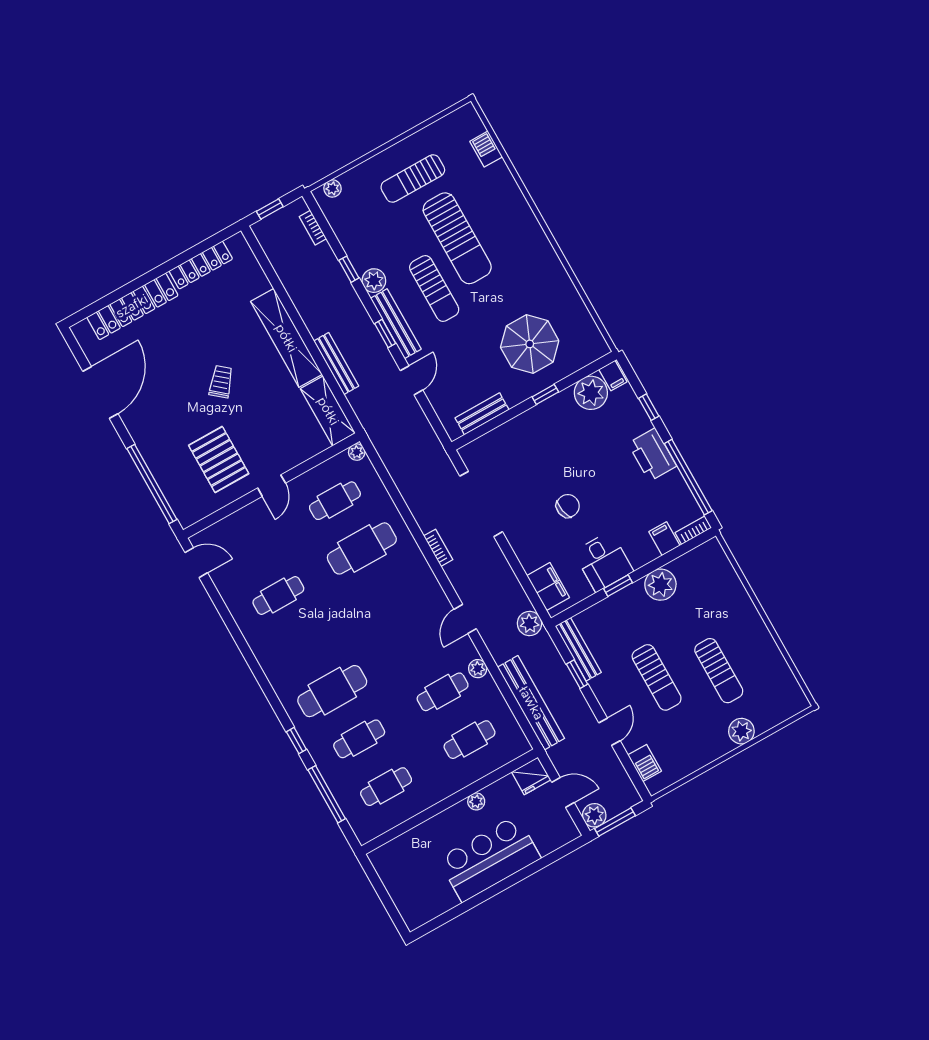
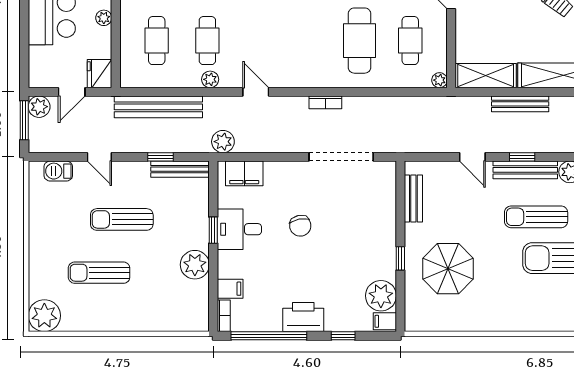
plant: (741, 731) -> (44, 316), moved, width x1.36, depth x1.36

